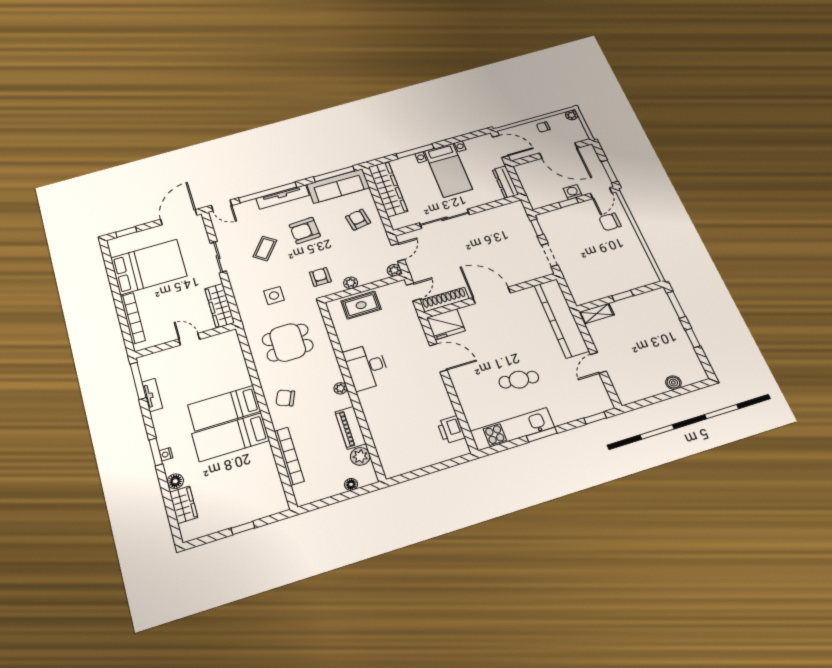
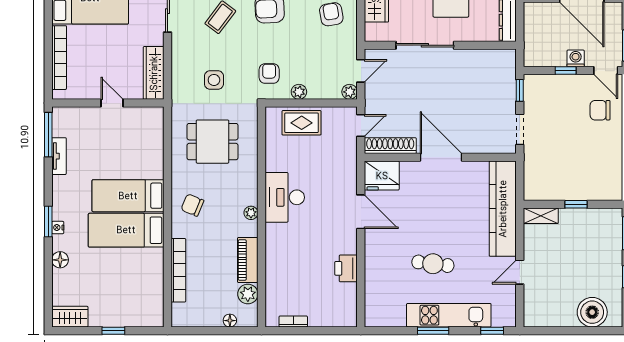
door: (601, 193) -> (606, 71), hinge flipped
boiler: (673, 383) -> (592, 312), width x1.86, depth x1.86
kitchen unit: (512, 429) -> (449, 315), moved
printer: (451, 430) -> (346, 268), moved
bookcase: (410, 467) -> (293, 321), added
wardrobe: (184, 505) -> (70, 317), moved, turned -90

